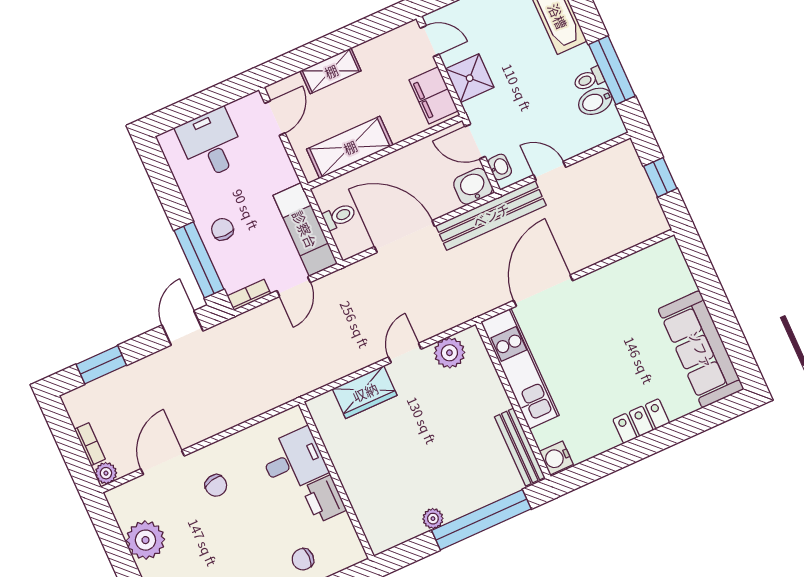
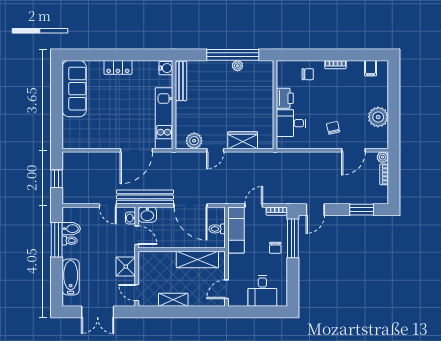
shelving: (331, 71) -> (173, 300), moved
filing cabinet: (434, 95) -> (147, 266), removed
window: (481, 520) -> (233, 55), moved

